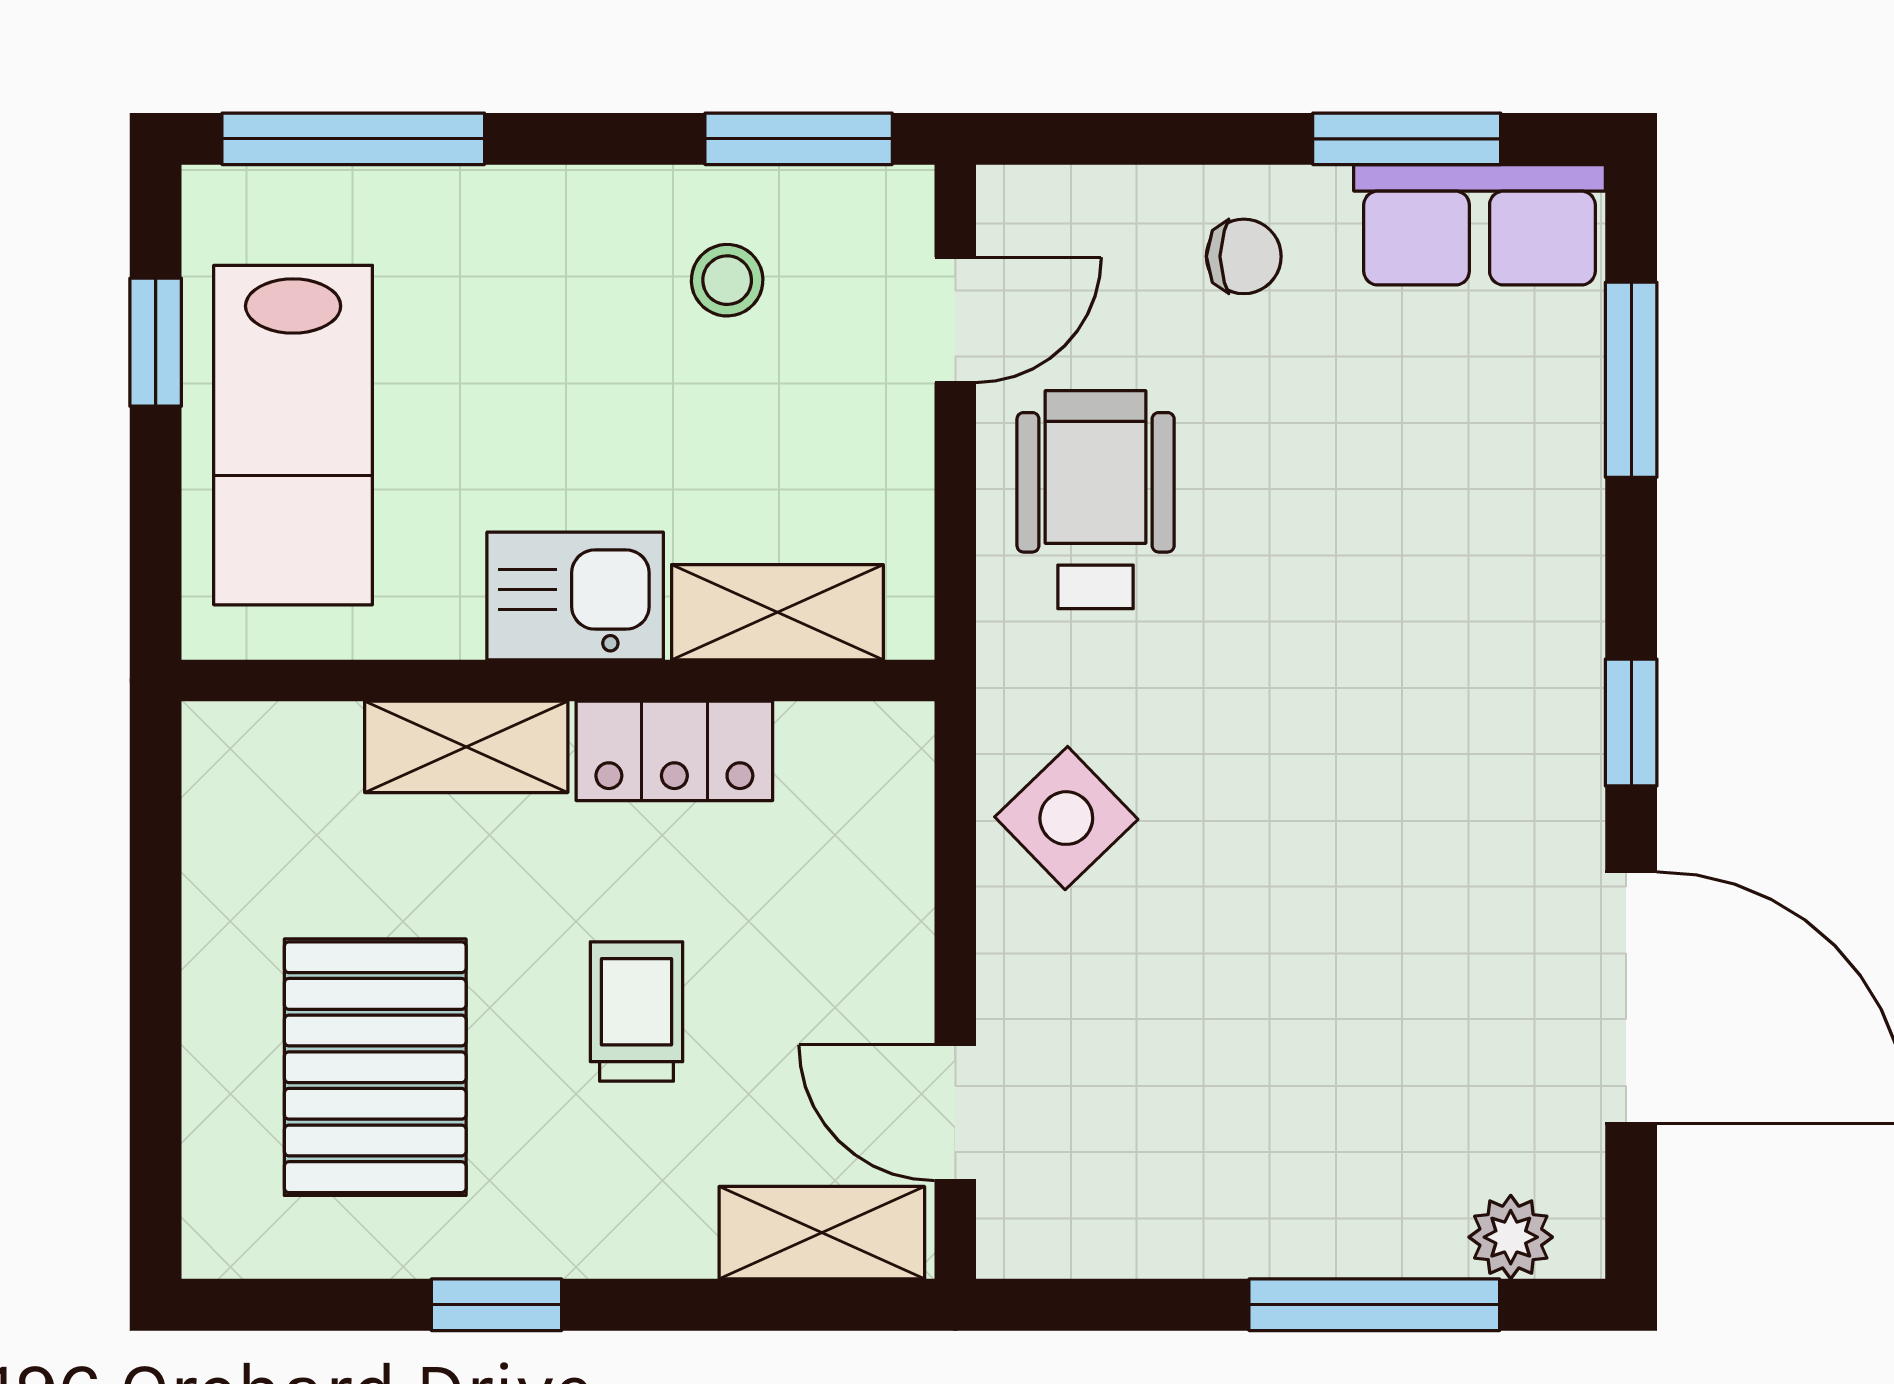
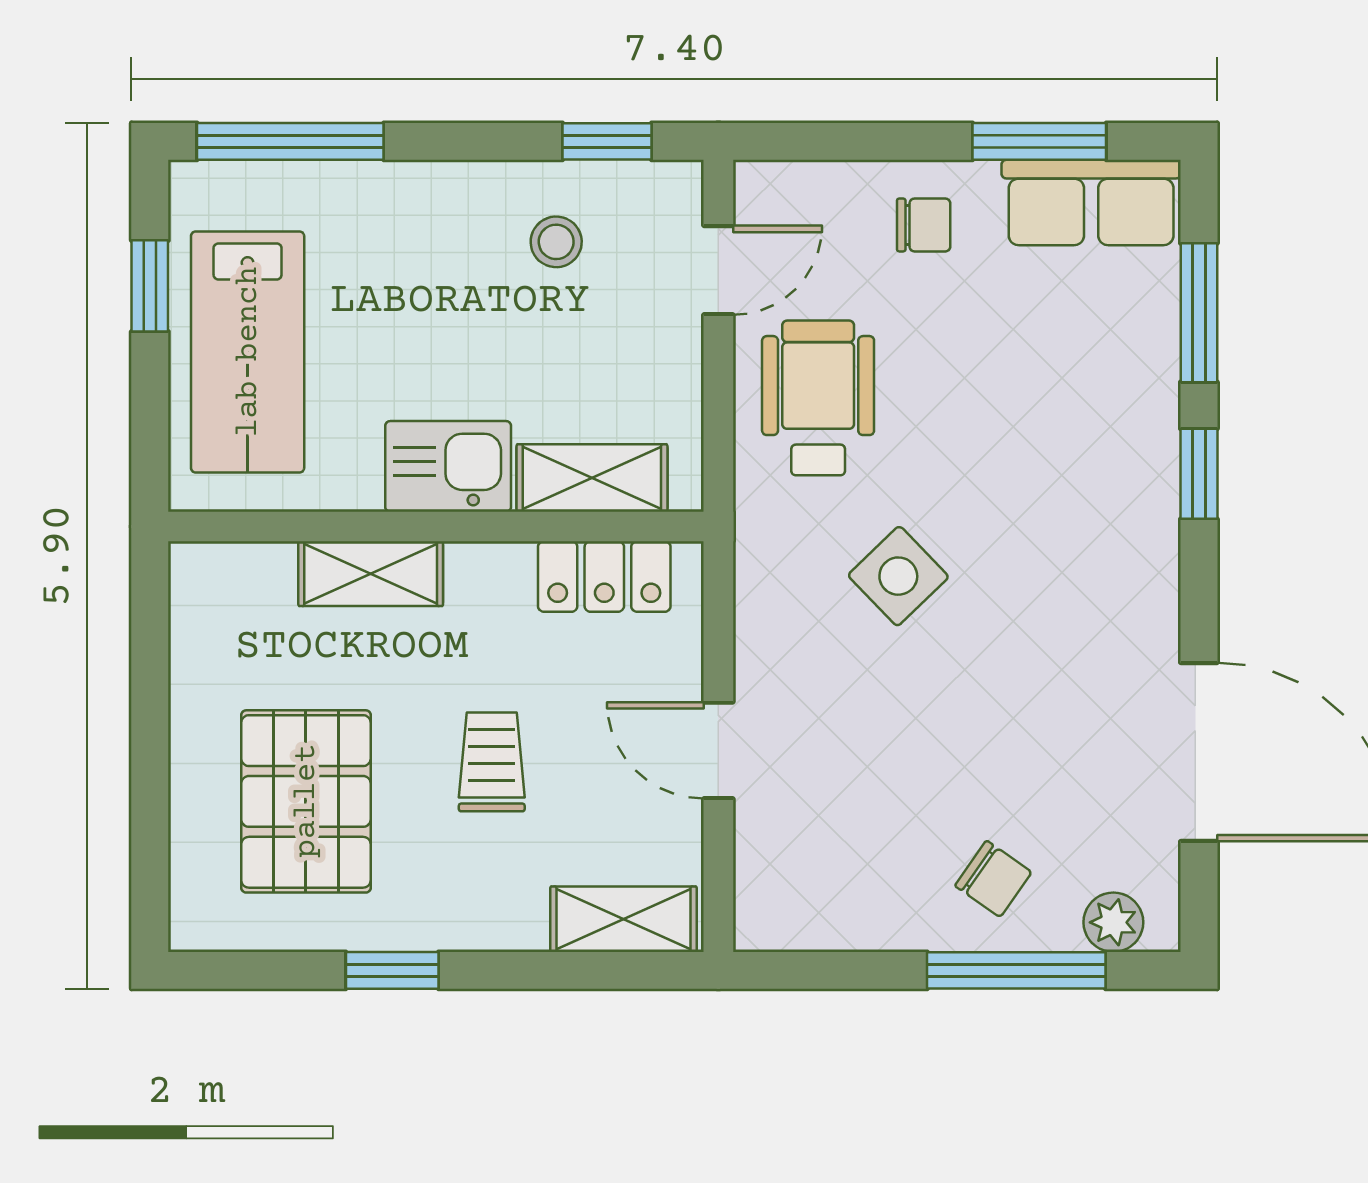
window: (799, 139) -> (607, 141), width x0.67
window: (1631, 722) -> (1199, 474), moved
locker: (674, 751) -> (604, 577), moved
side table: (1066, 818) -> (898, 576), moved
door: (955, 1113) -> (718, 750), moved
chair: (1342, 1176) -> (993, 879), added

